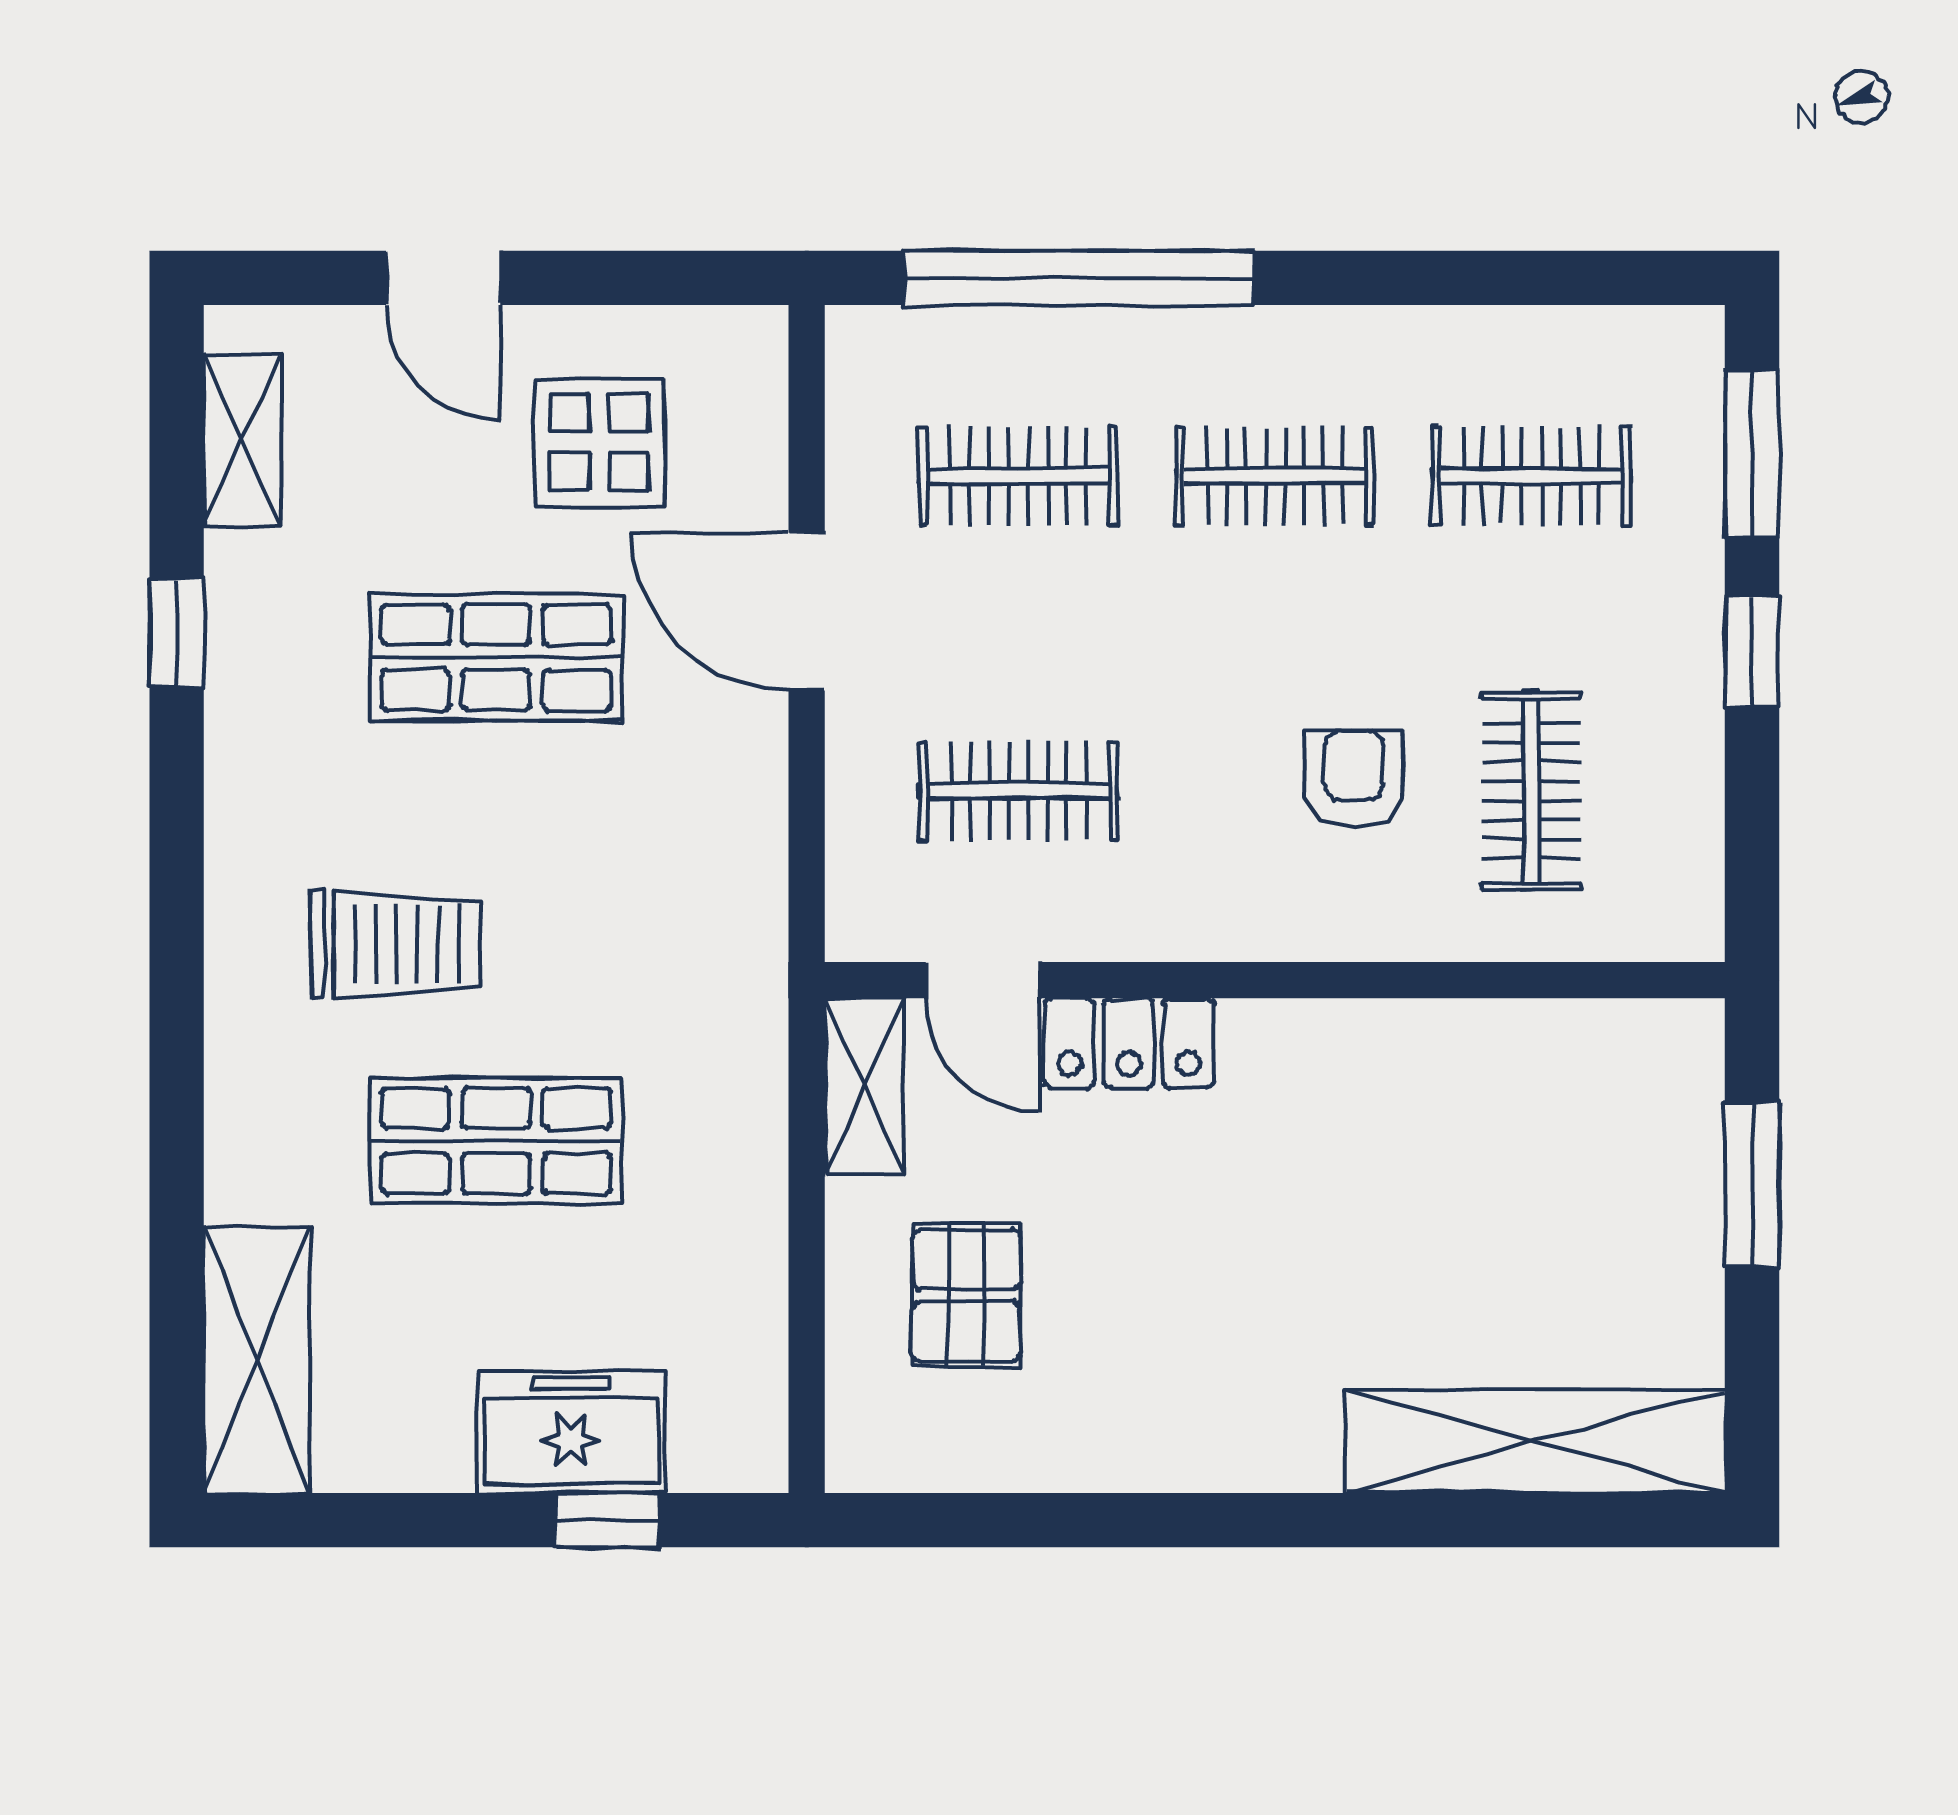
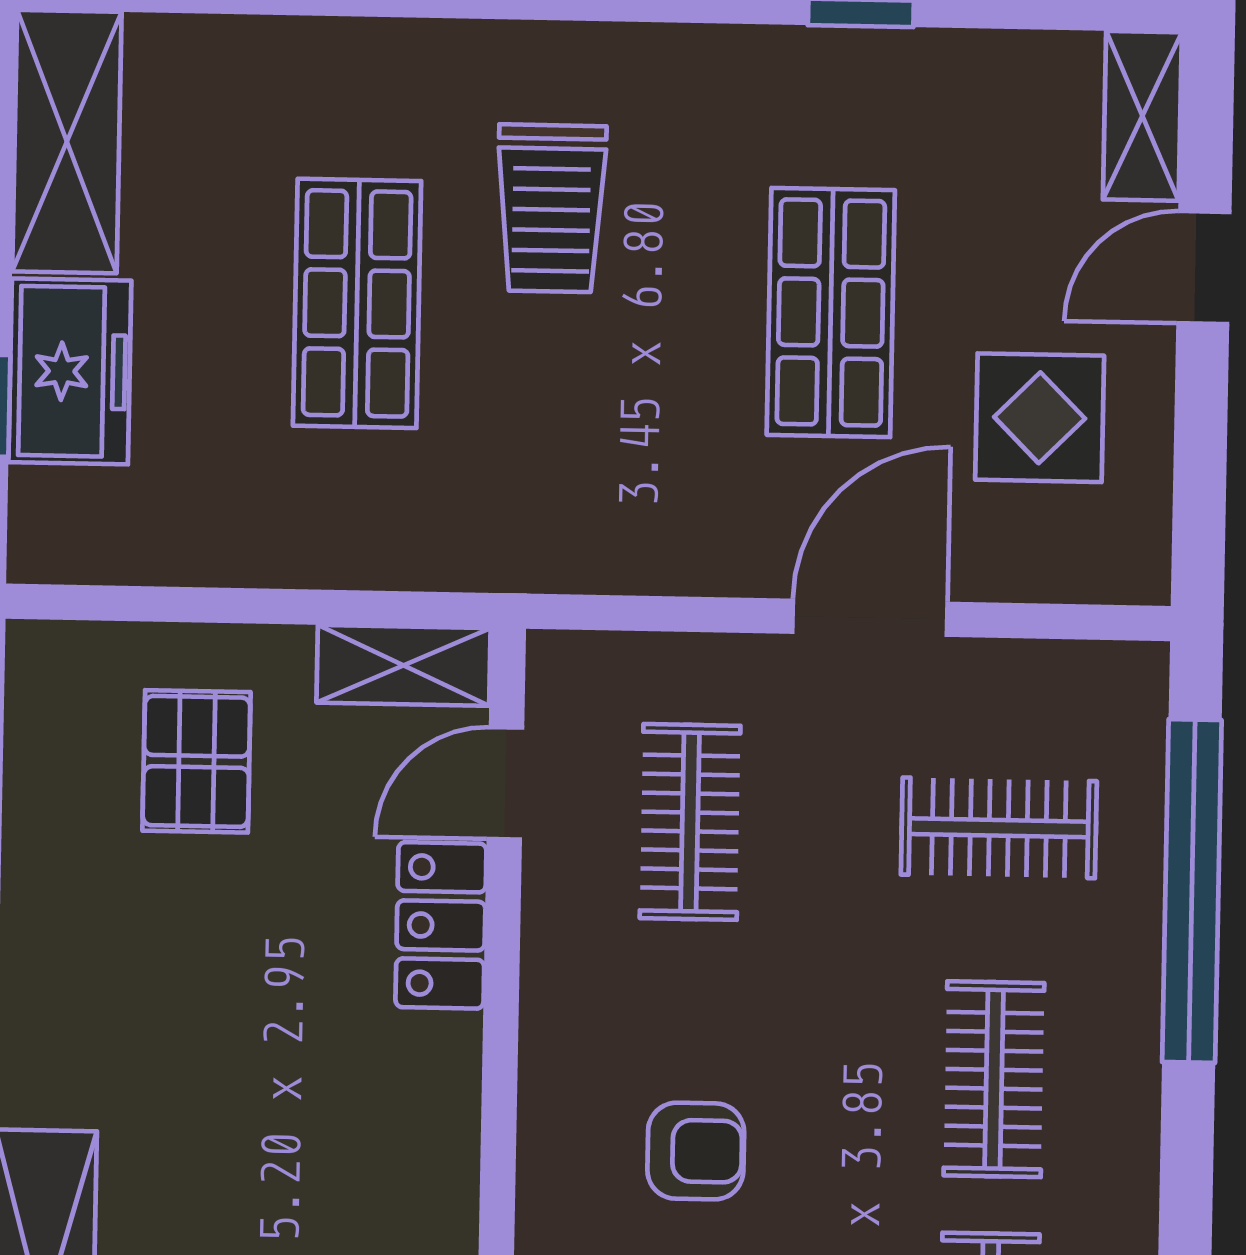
shelving: (242, 440) -> (1142, 116), moved, turned 90
clothes rail: (1018, 476) -> (999, 828), turned 90
pallet: (966, 1296) -> (196, 761), turned 90
shelving: (257, 1360) -> (67, 142), moved, turned 90

